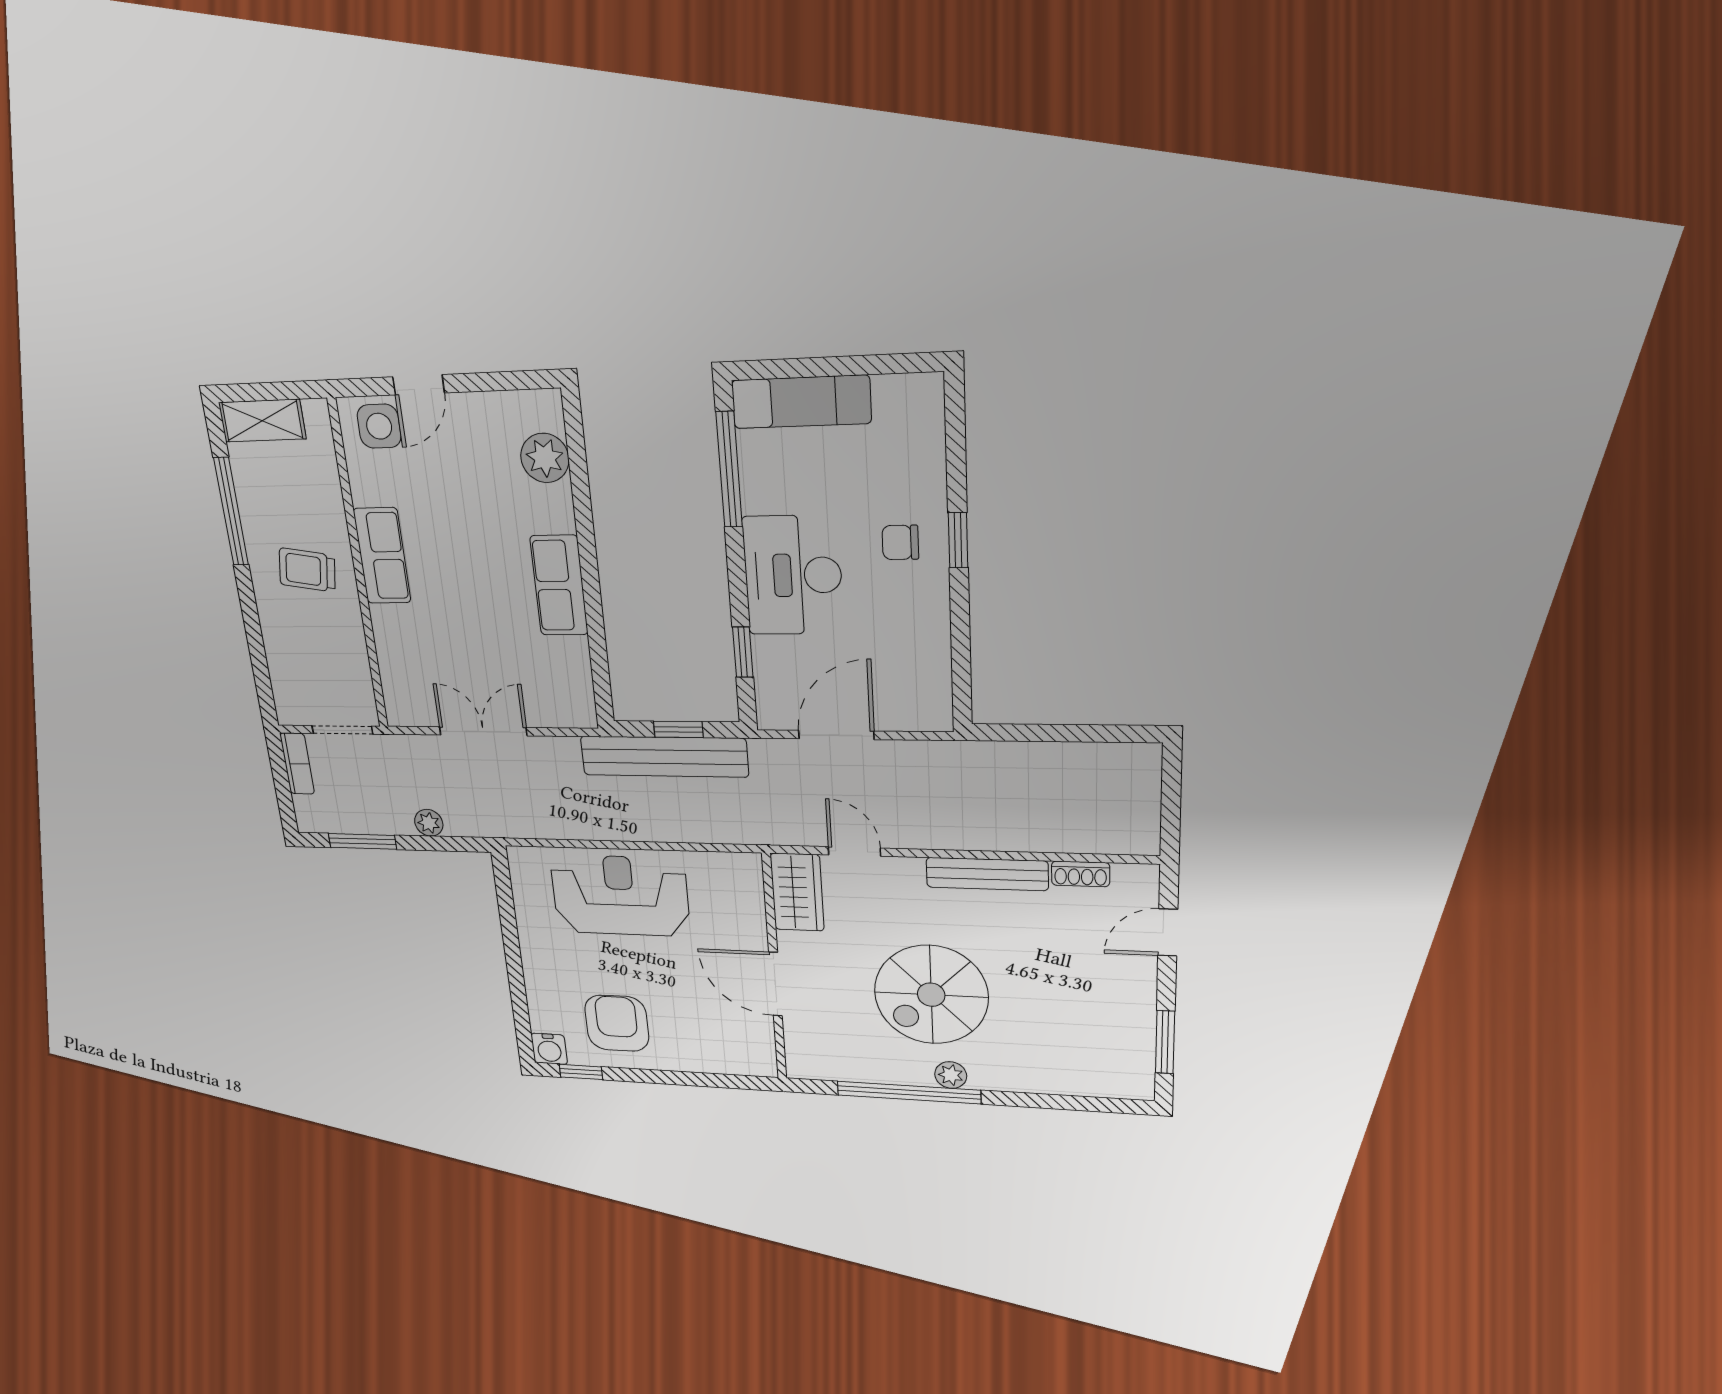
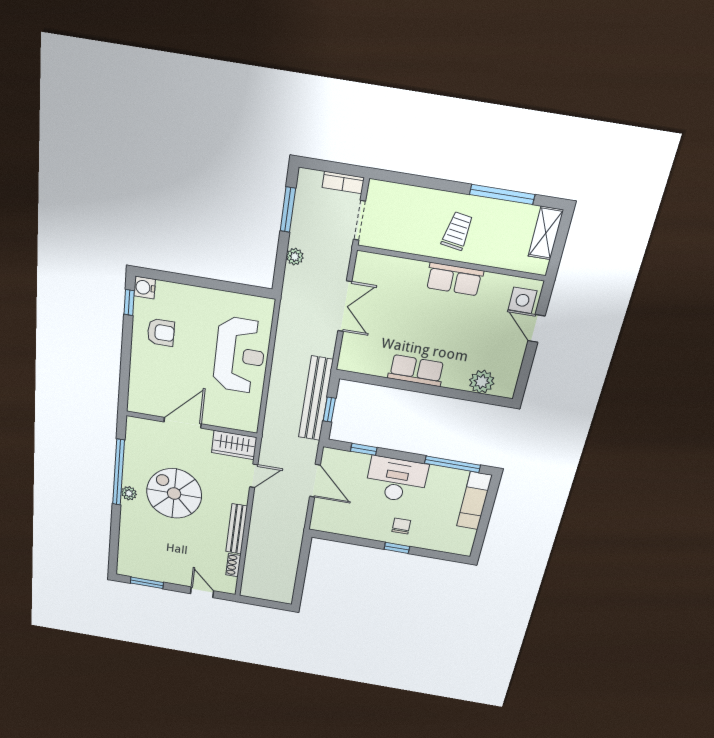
armchair: (617, 1023) -> (161, 332), width x0.72, depth x0.72

